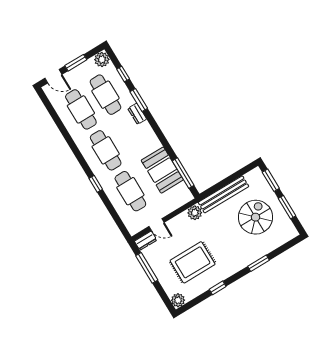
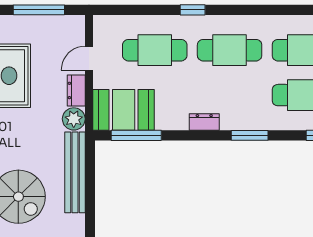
window: (139, 100) -> (250, 135), moved
dresser: (137, 114) -> (204, 122), moved
booth: (162, 170) -> (124, 110), moved
dresser: (146, 241) -> (76, 90), moved

